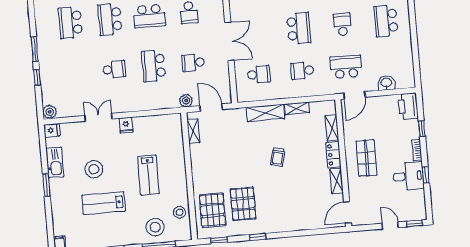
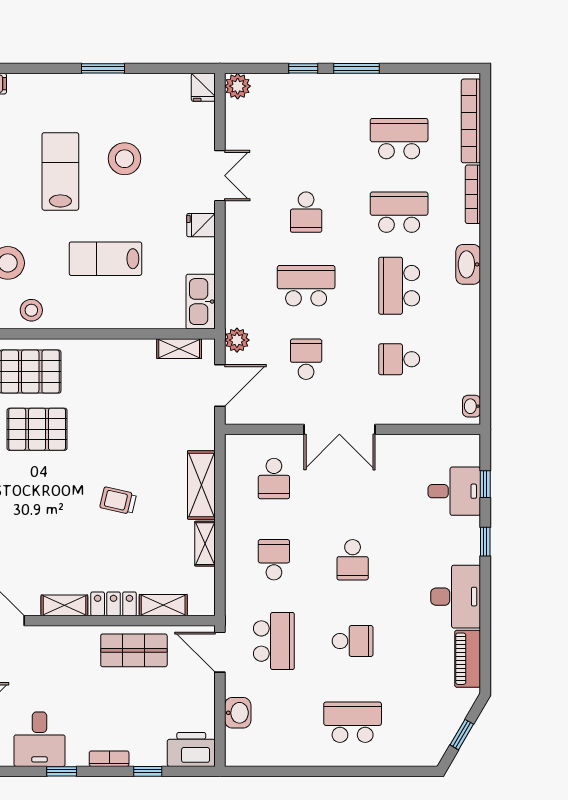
school desk: (299, 28) -> (353, 560), width x0.54
shop shelf: (367, 158) -> (134, 650), moved
kitchen sink: (55, 162) -> (201, 302), moved, turned 90
desk: (408, 176) -> (39, 739), moved

